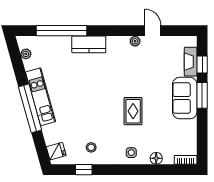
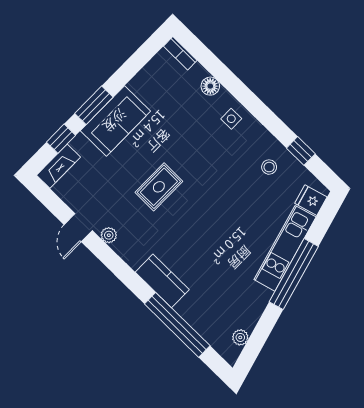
fireplace: (191, 62) -> (59, 166), moved
kitchen unit: (41, 97) -> (285, 248), moved
rug: (133, 111) -> (159, 187), moved

